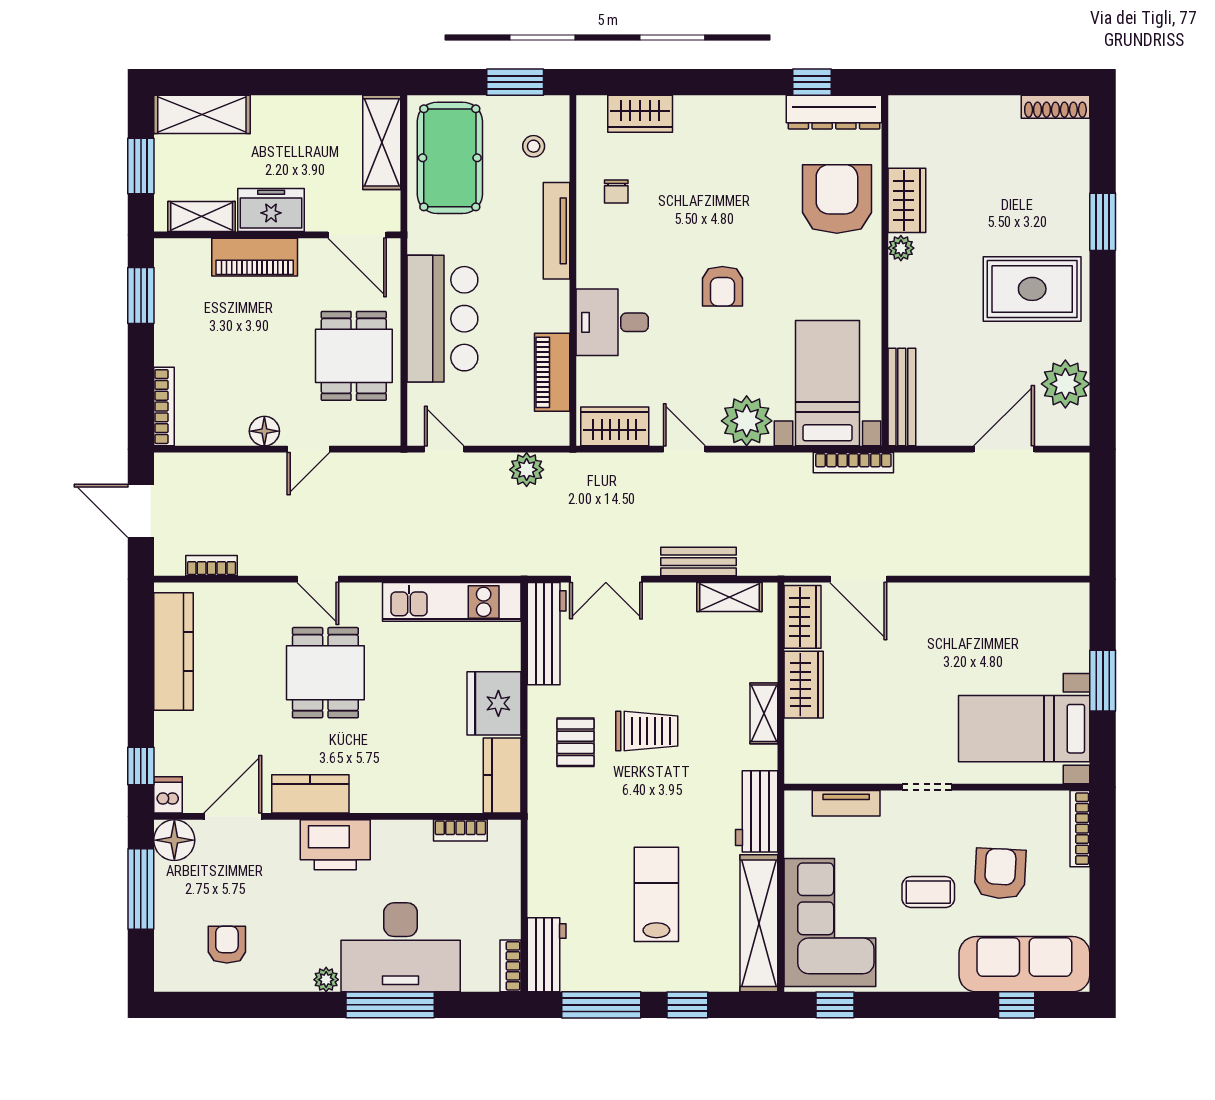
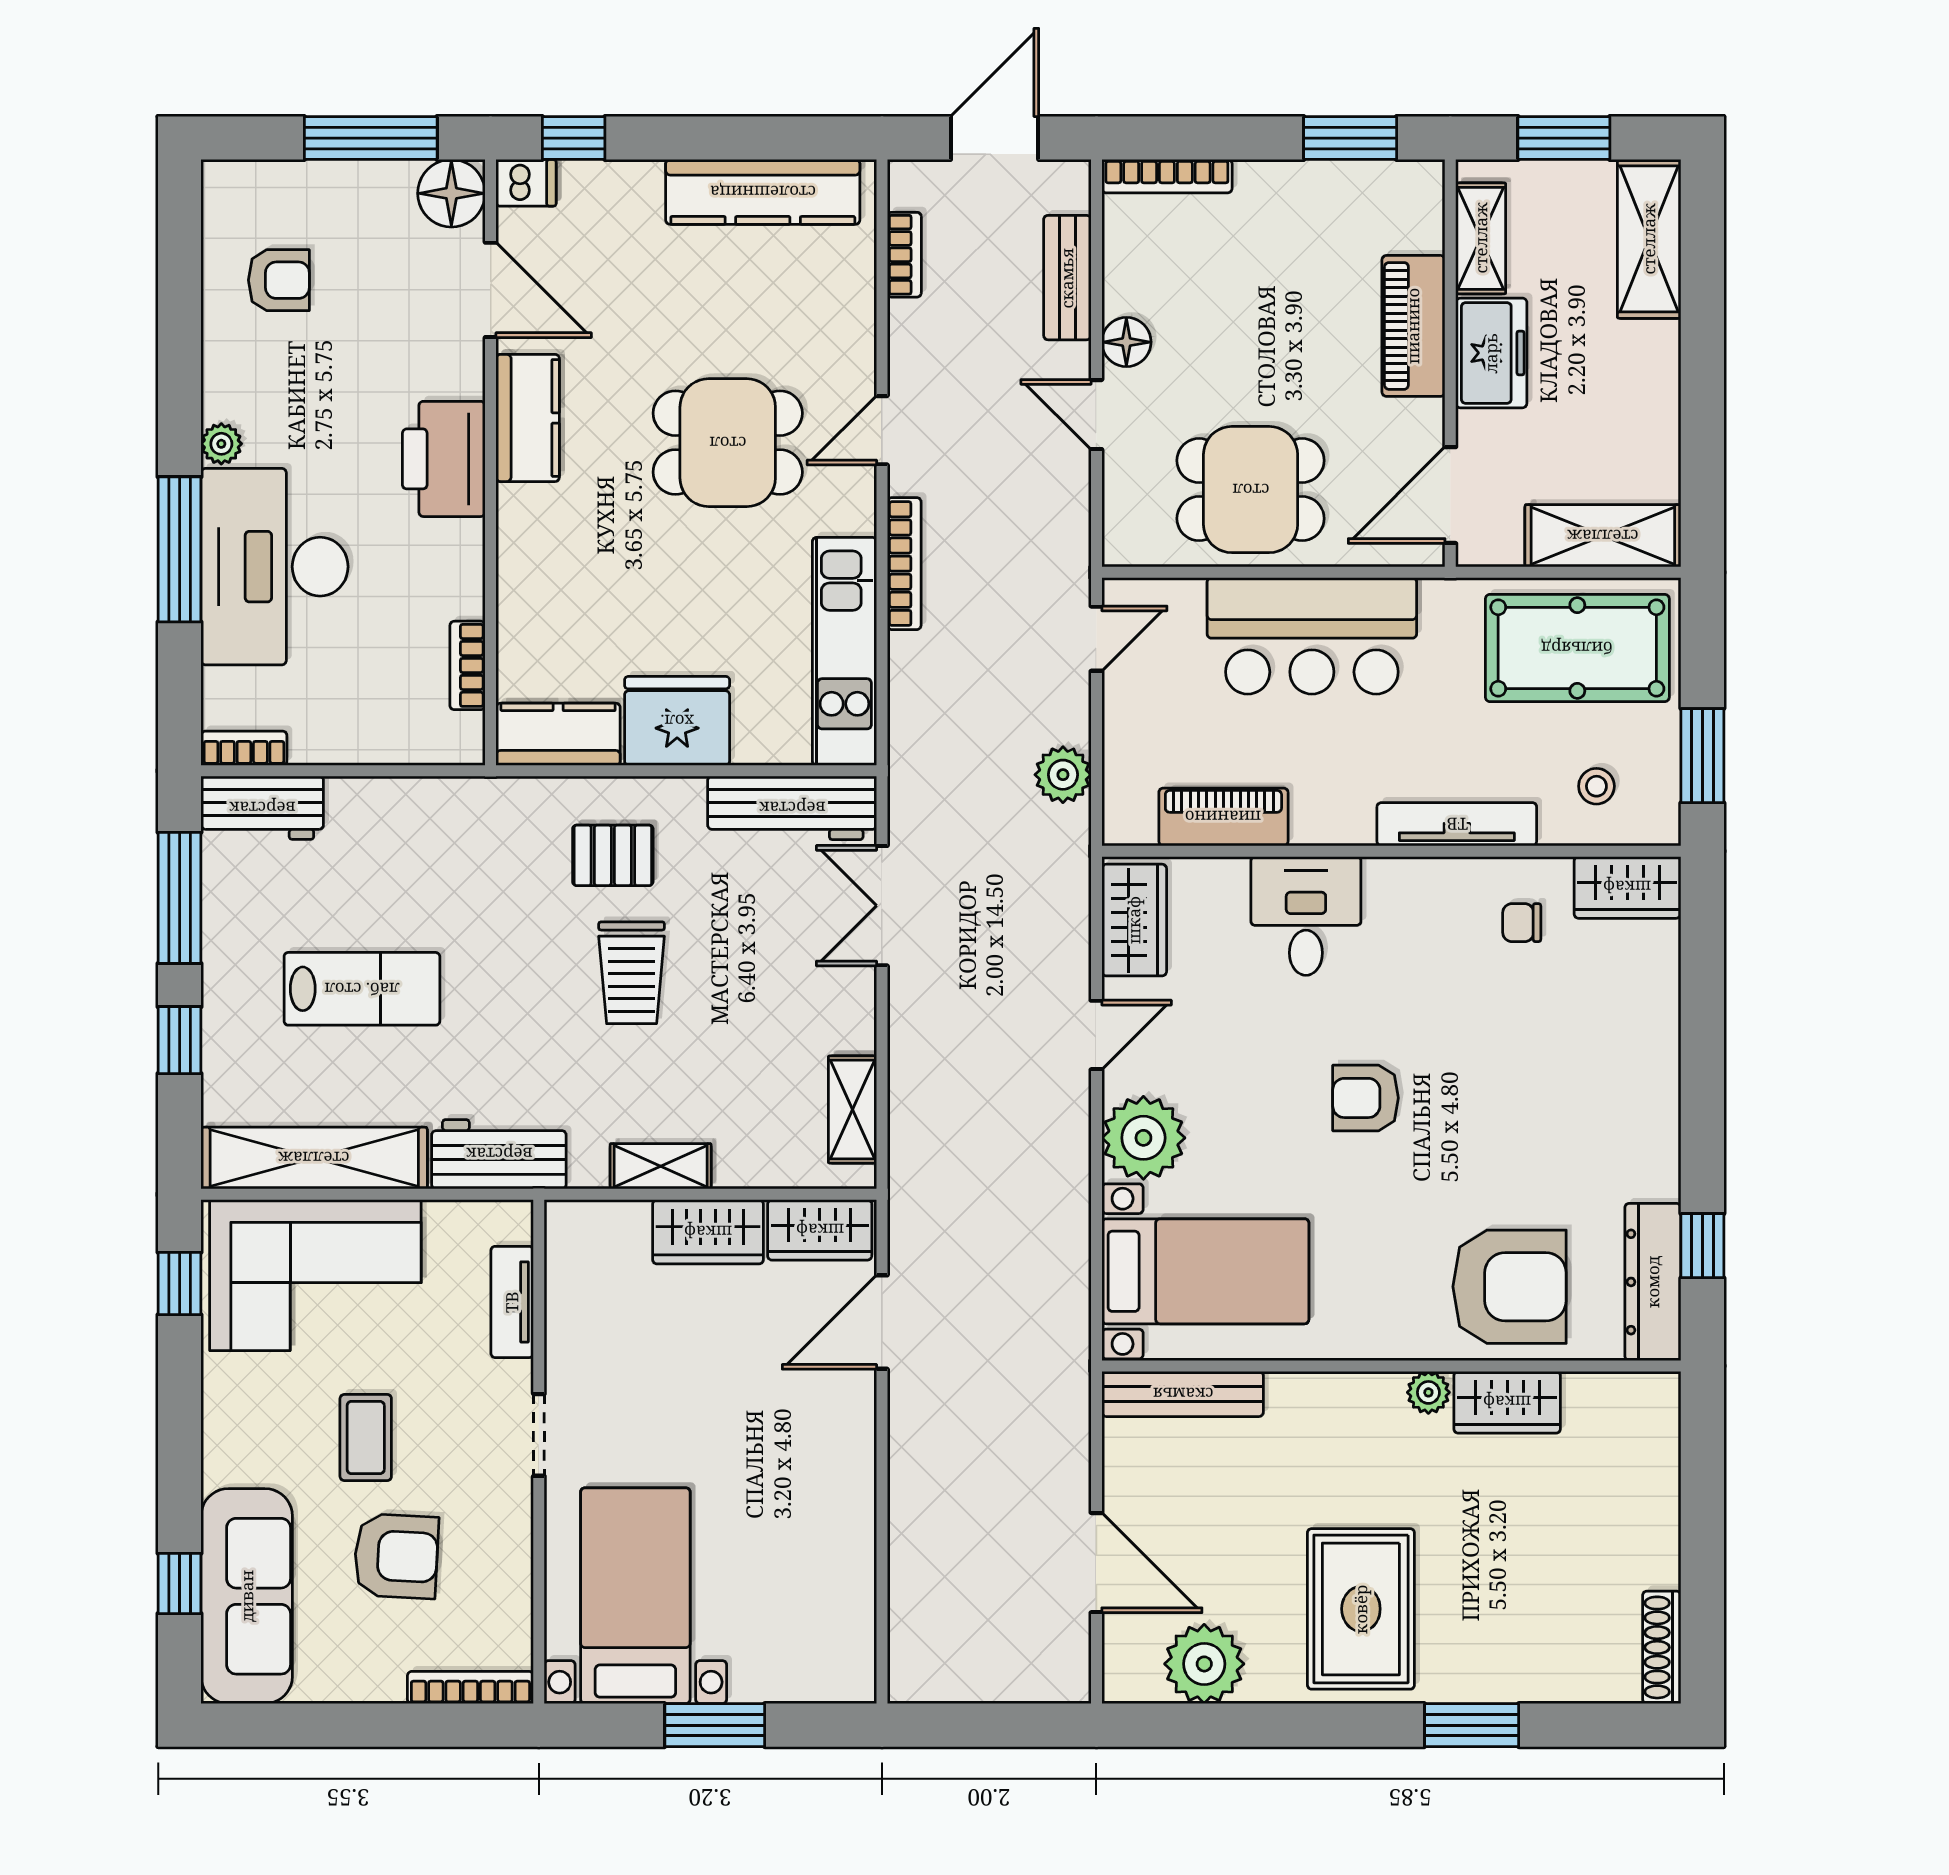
wardrobe: (640, 114) -> (1627, 887), moved, turned -90
bookcase: (853, 463) -> (904, 564), moved, turned 180
bench: (699, 562) -> (1067, 278), moved

